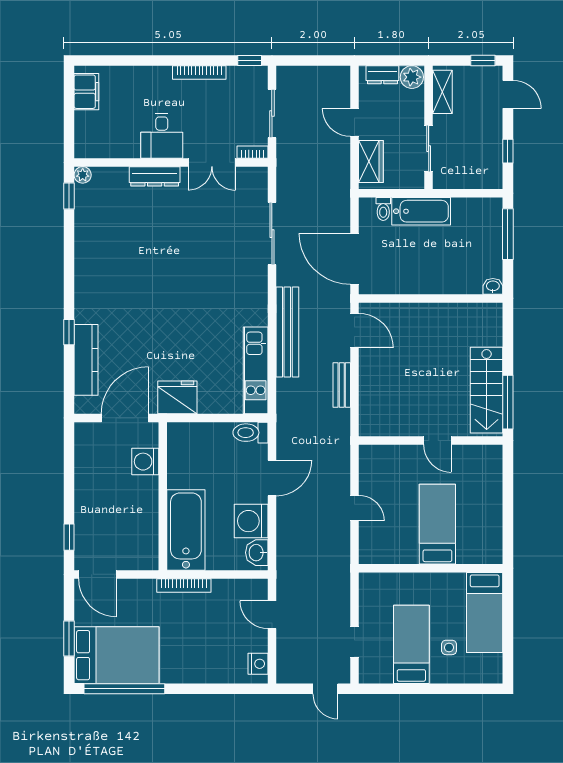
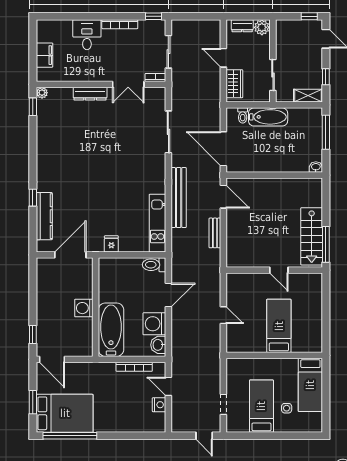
filing cabinet: (86, 92) -> (45, 55), moved
shelving: (442, 92) -> (308, 96), moved, turned 90
desk: (162, 136) -> (87, 35), moved, turned 180
fridge: (177, 397) -> (111, 244), width x0.53, depth x0.75
washing machine: (145, 462) -> (84, 308), moved
bookcase: (184, 586) -> (134, 367), moved
nightstand: (258, 664) -> (159, 405), moved

